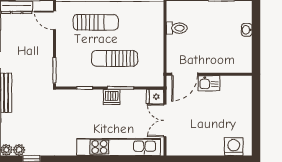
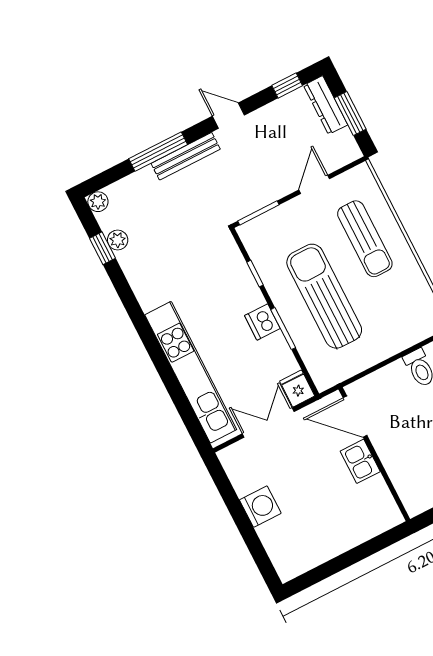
door: (54, 20) -> (314, 184), moved
sun lounger: (115, 58) -> (324, 296), width x1.36, depth x1.34
washing machine: (234, 147) -> (260, 507), moved
plant: (19, 150) -> (118, 240), moved

